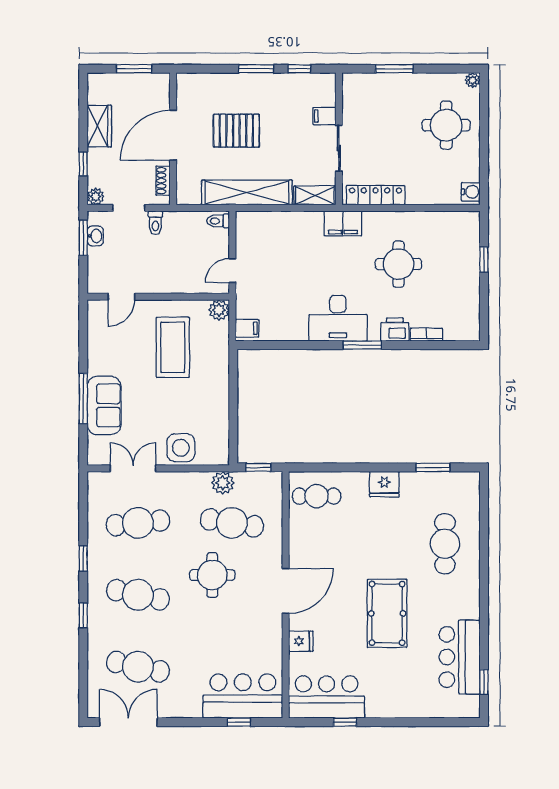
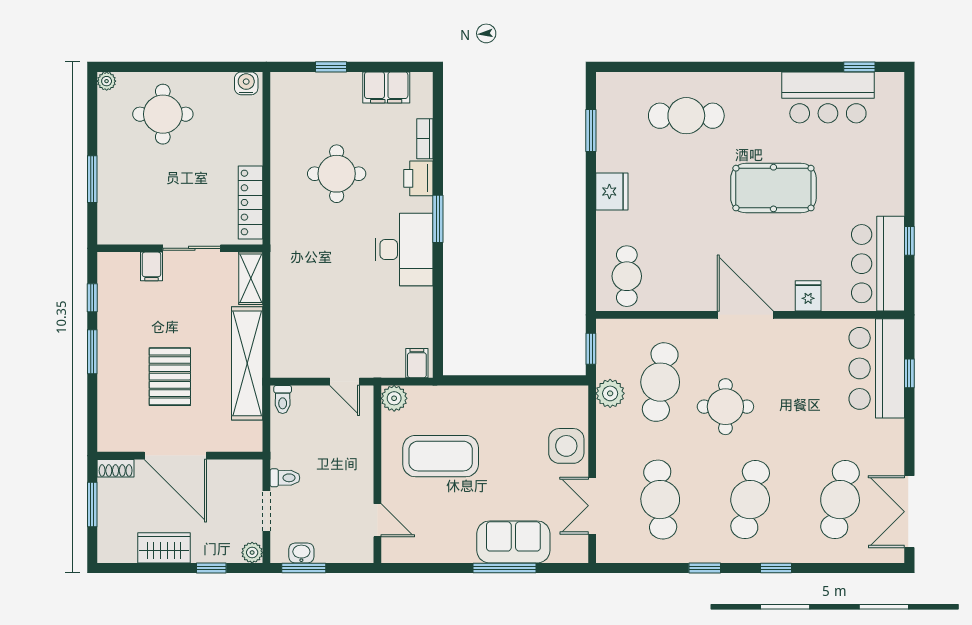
shoe rack: (163, 181) -> (116, 468), moved
filing cabinet: (343, 223) -> (386, 87), moved, turned 90

